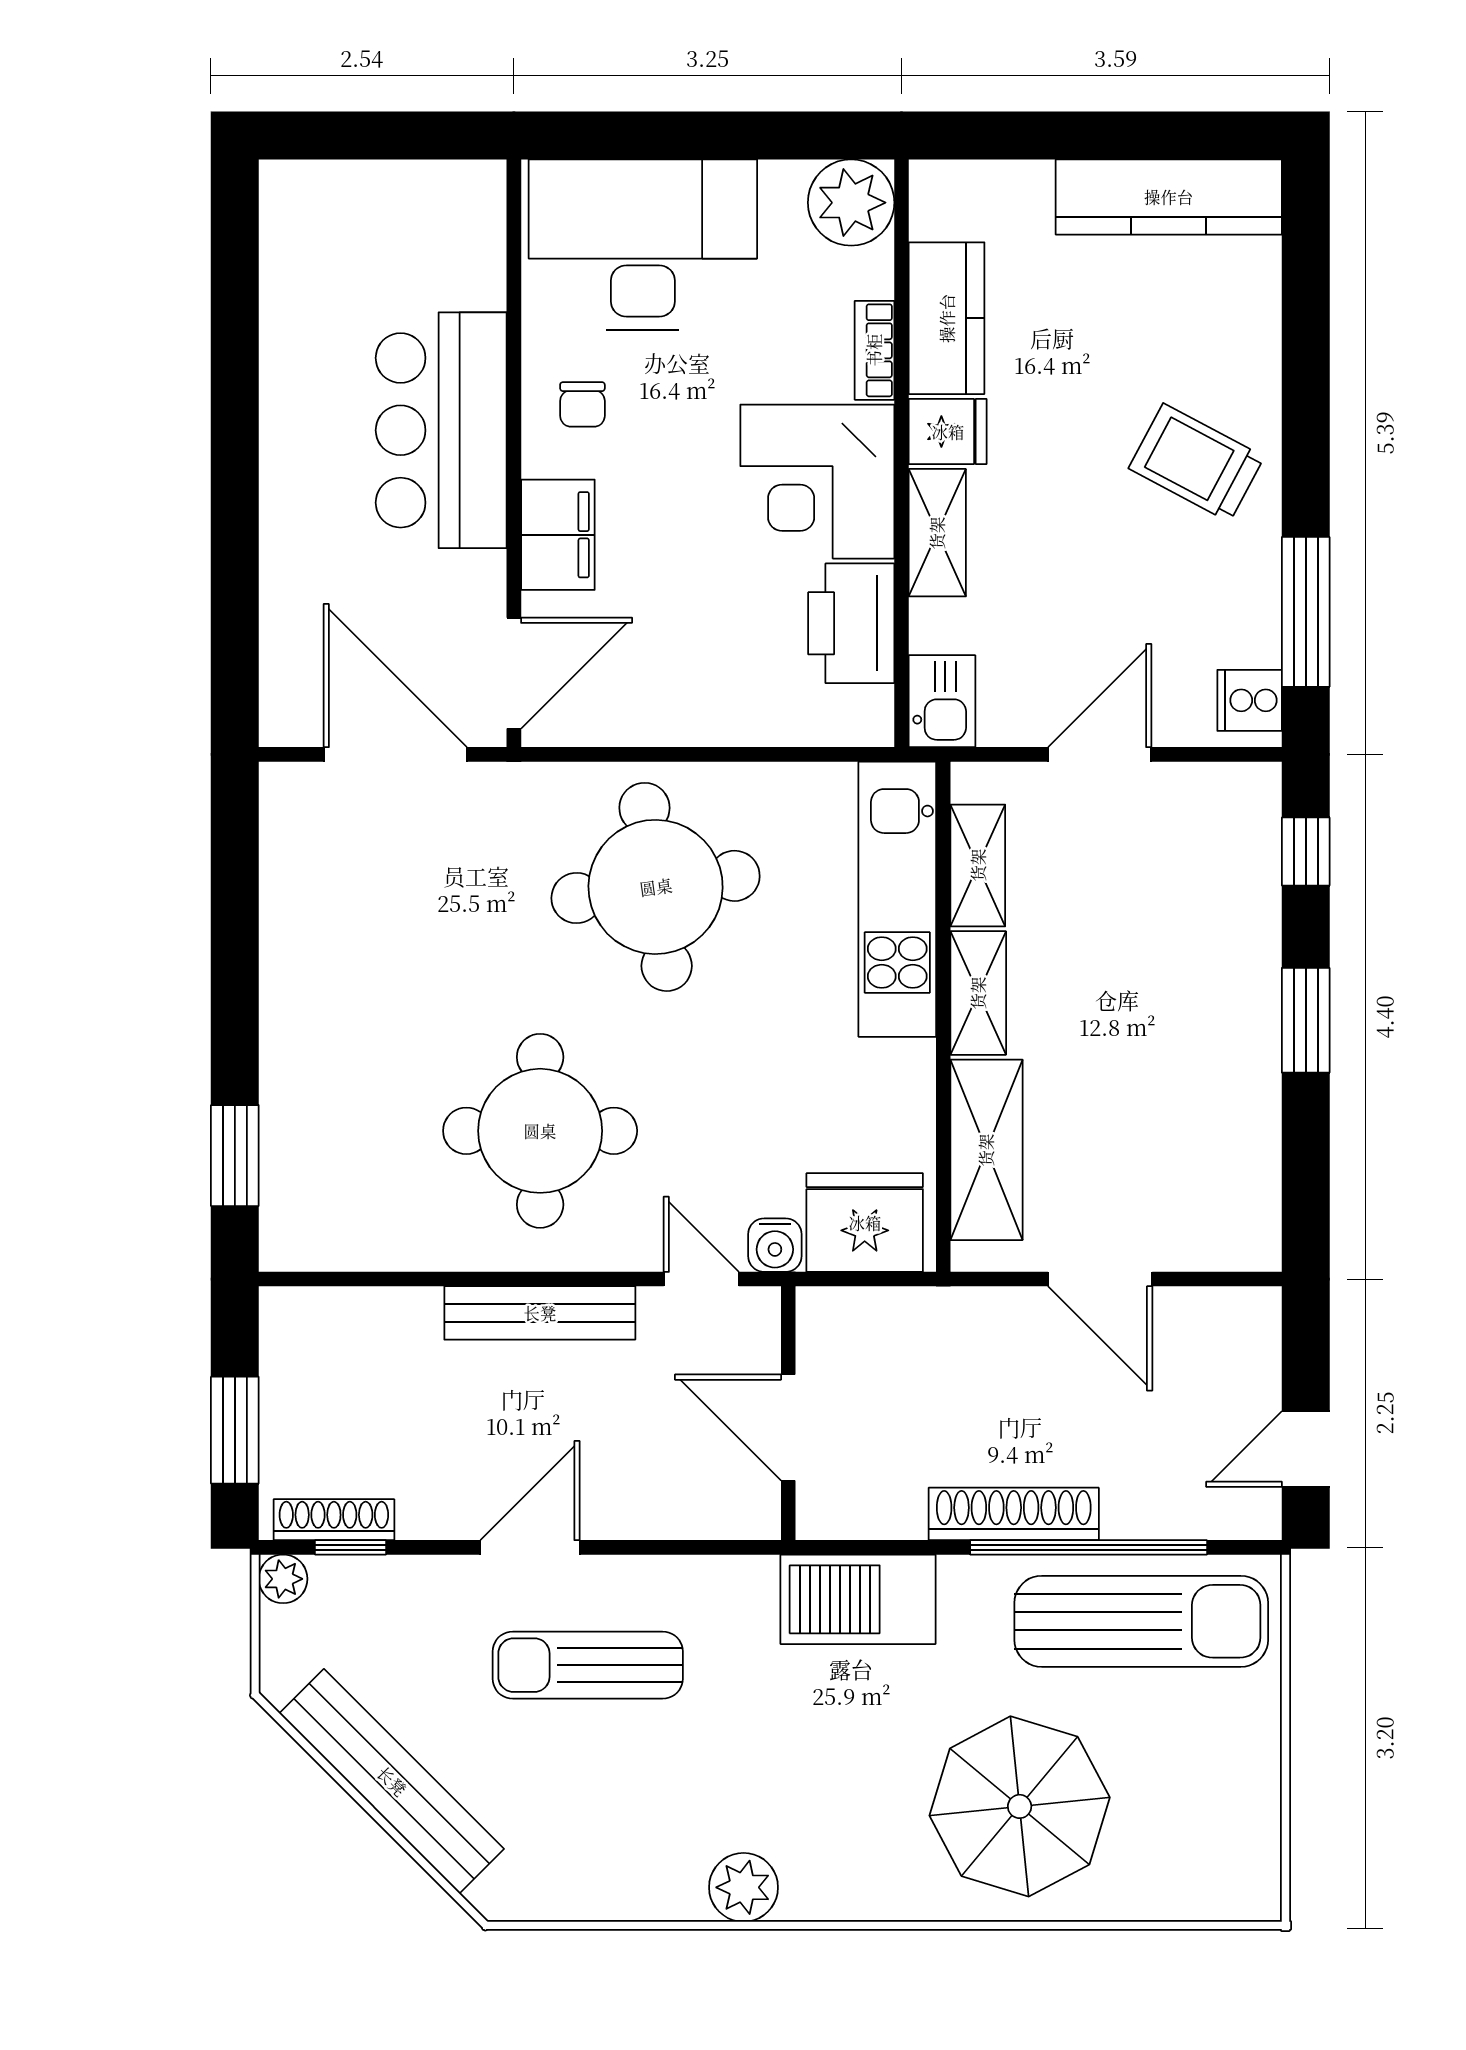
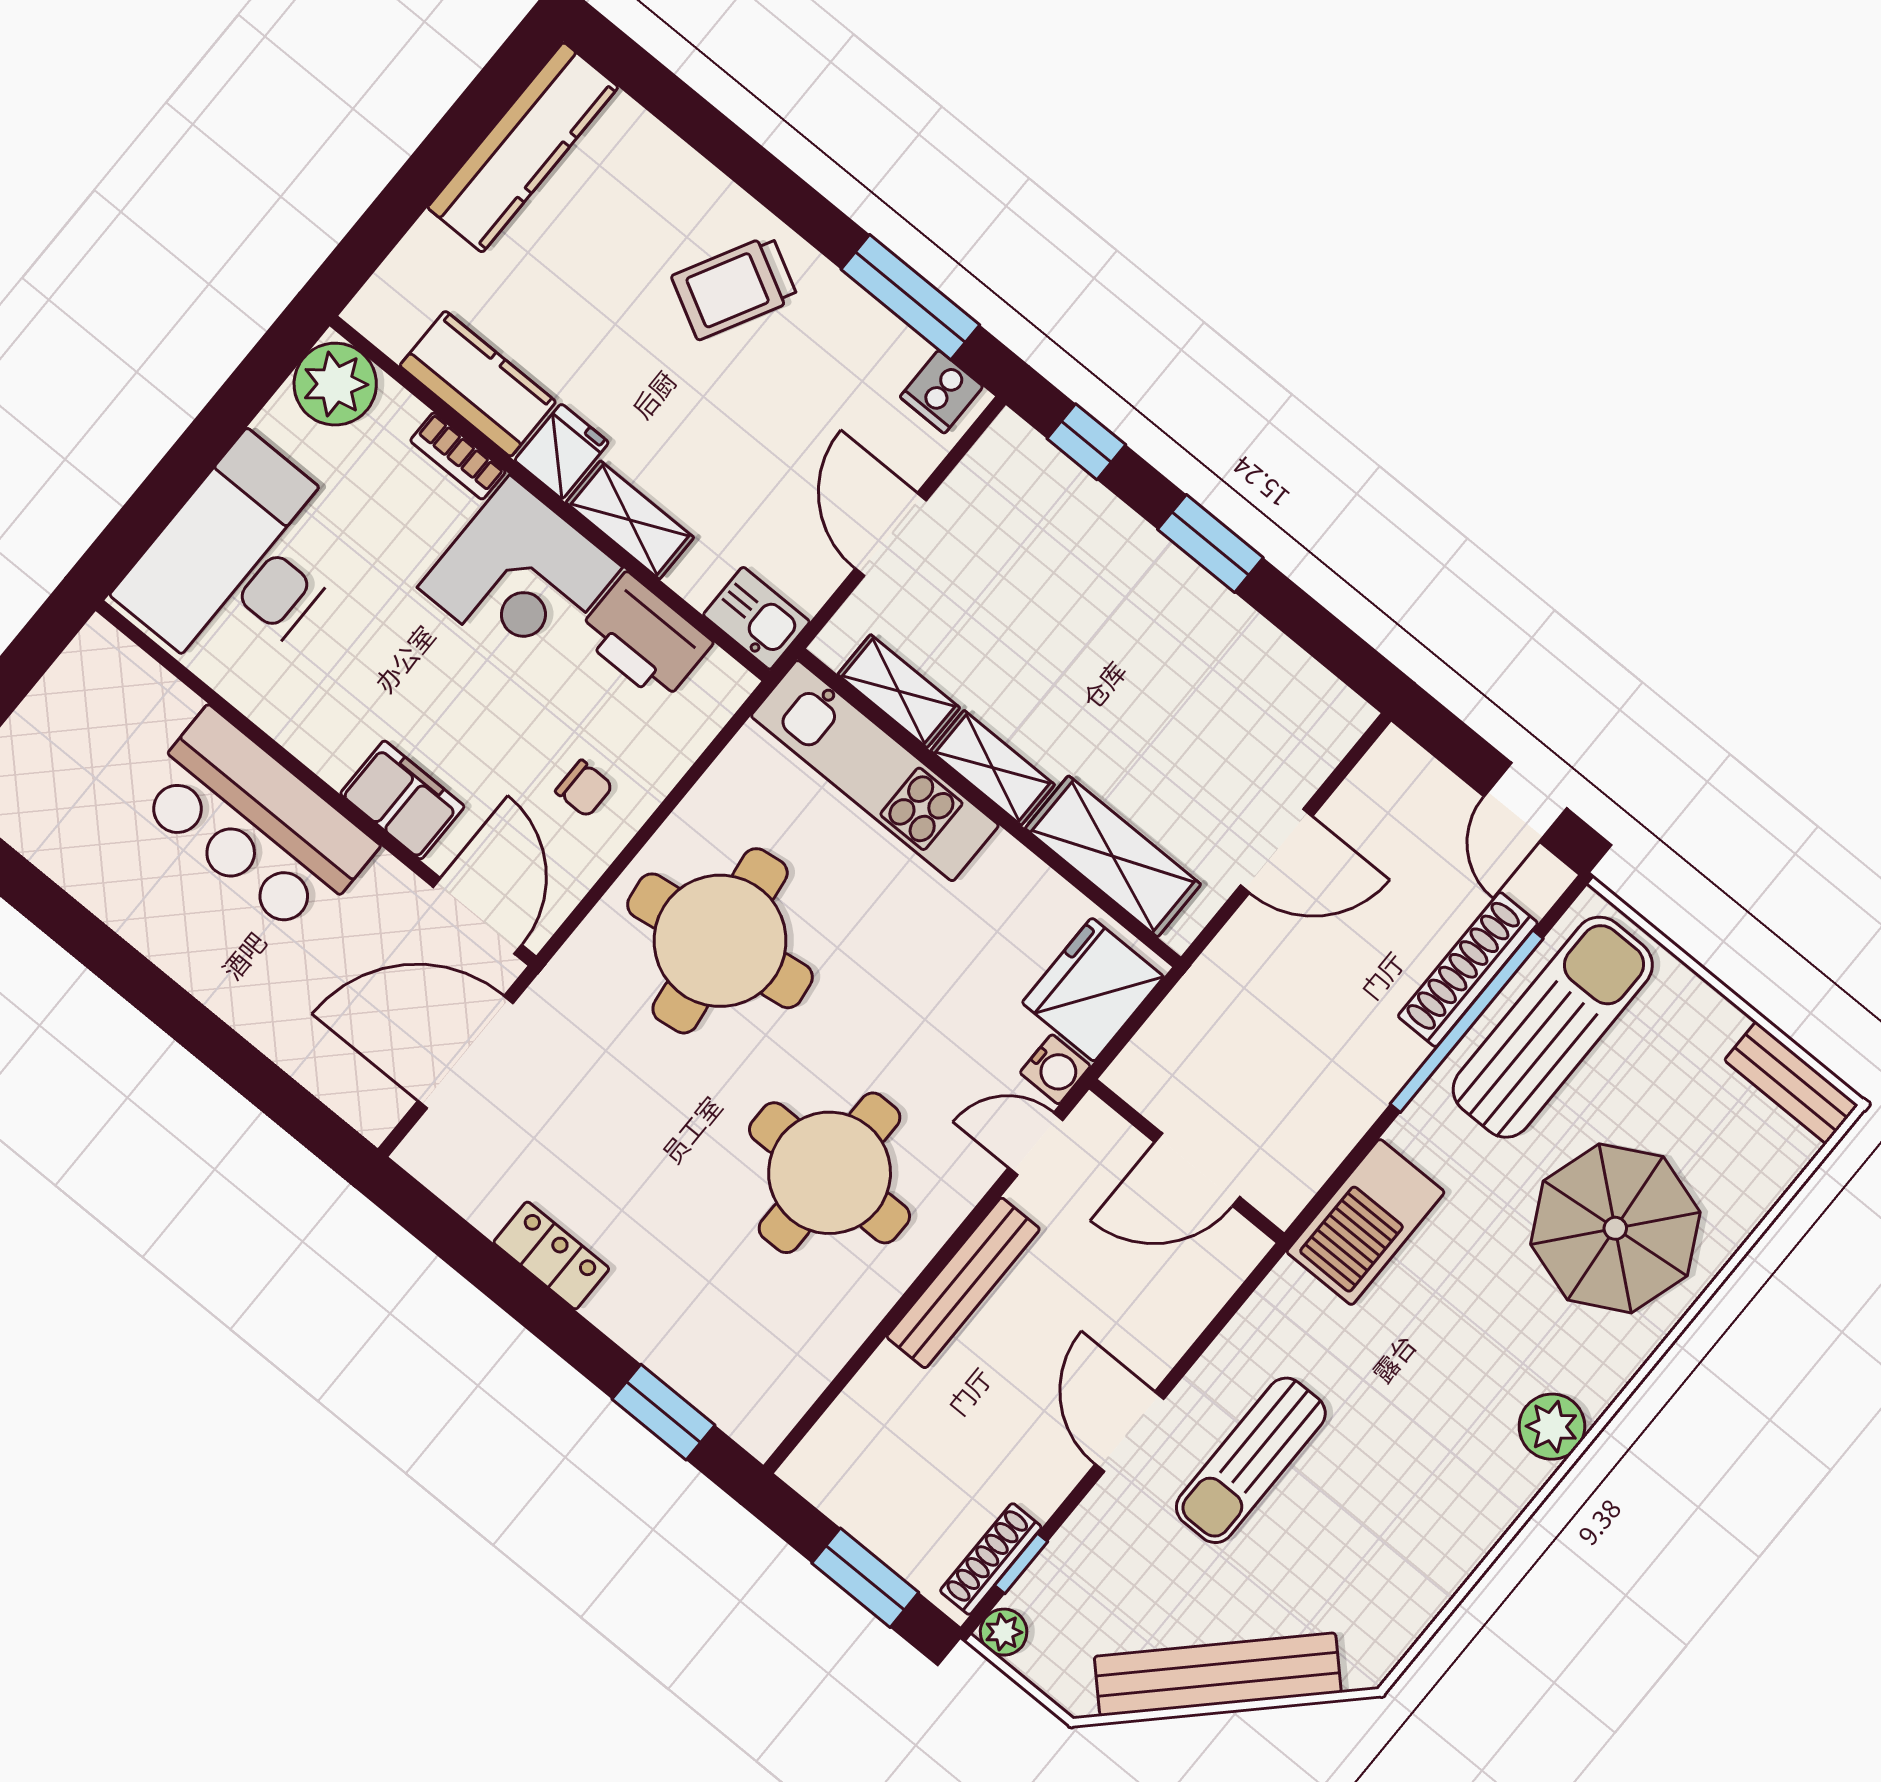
chair: (582, 404) -> (584, 789), moved
locker: (287, 960) -> (551, 1256), added
shoe rack: (1014, 1514) -> (1468, 970), moved
bench: (1255, 1852) -> (1791, 1083), added
plant: (744, 1887) -> (1552, 1427), moved

